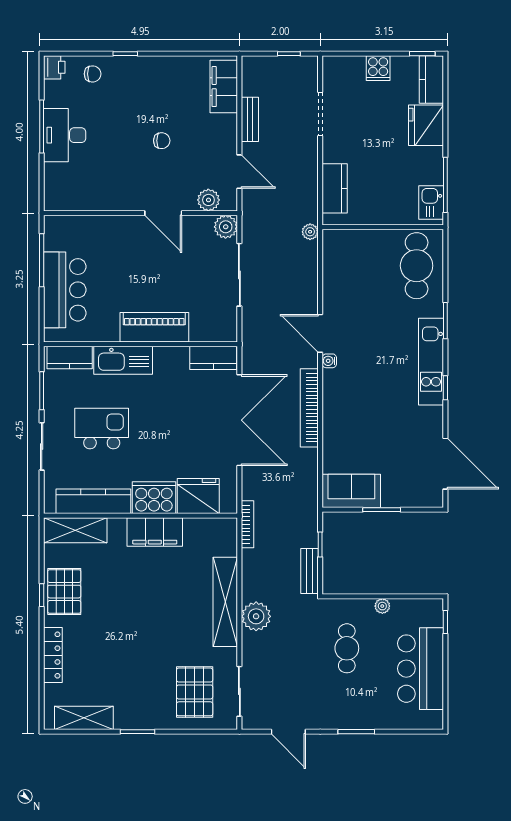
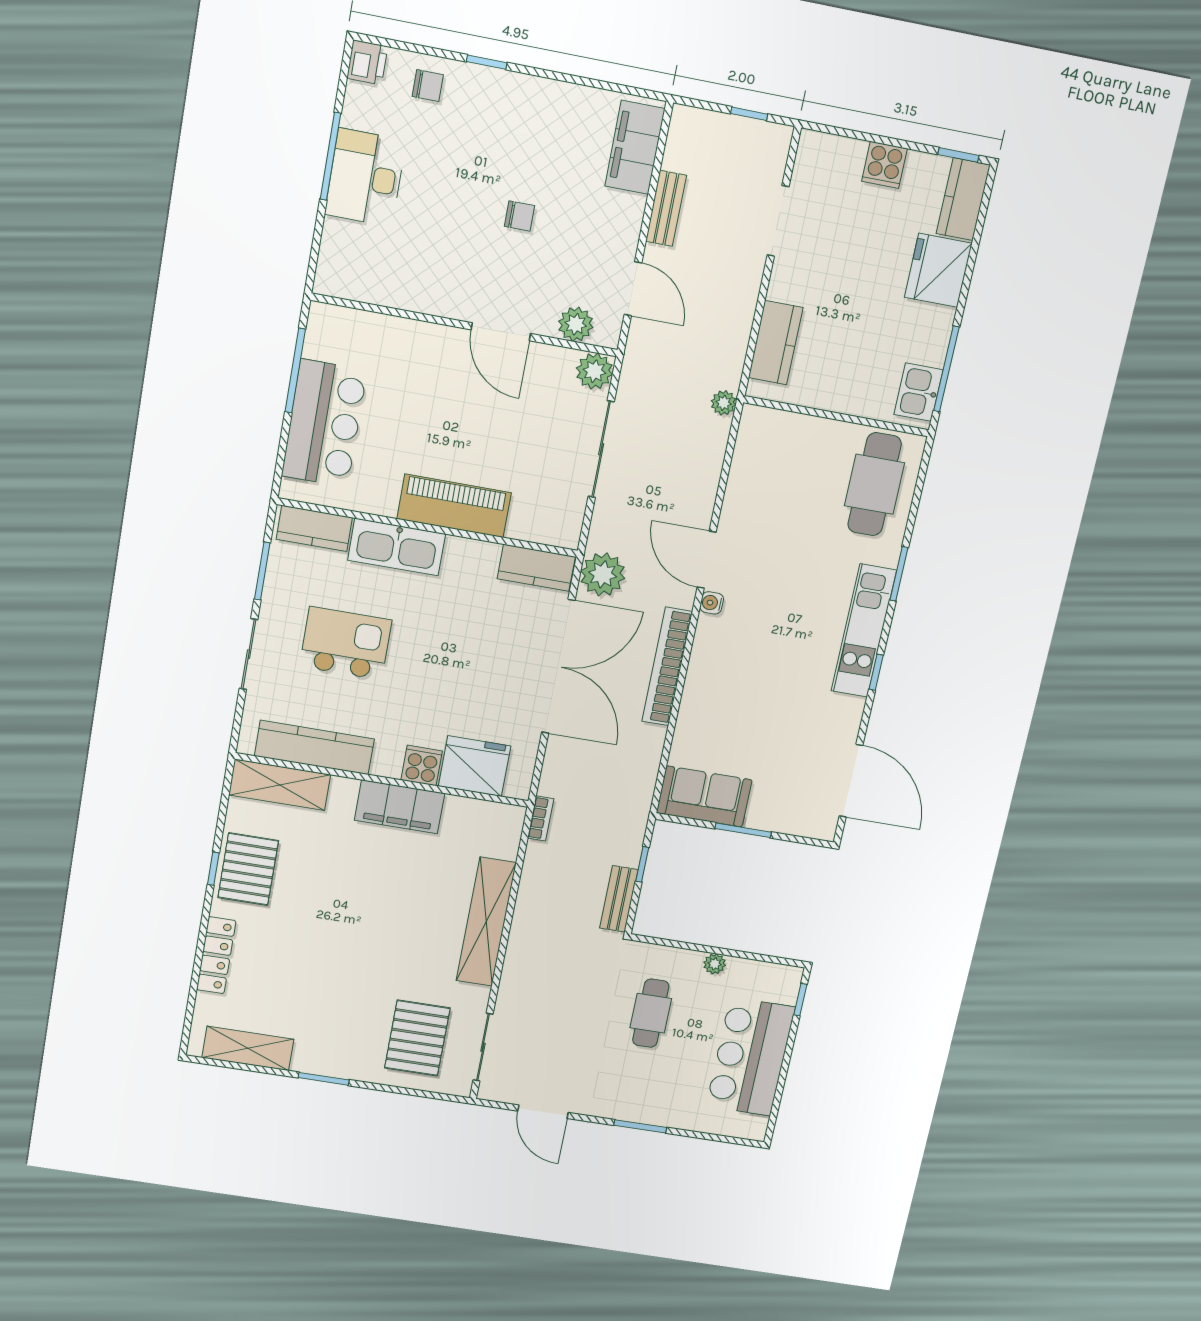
cooker: (154, 498) -> (422, 765), width x0.53, depth x0.76
bookcase: (247, 524) -> (541, 818), width x0.64
plant: (256, 616) -> (603, 574), moved

